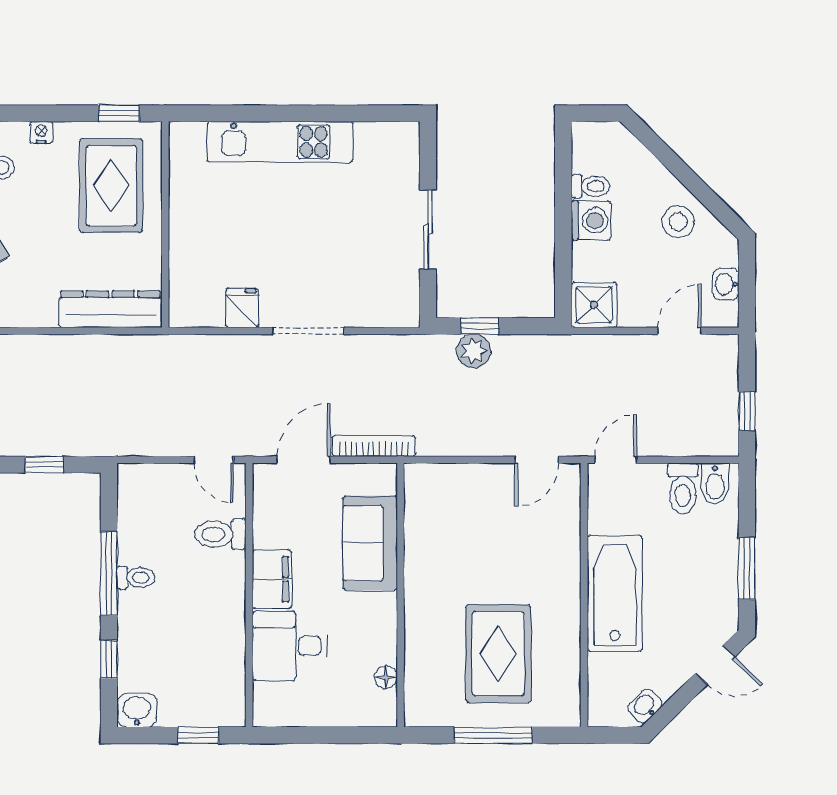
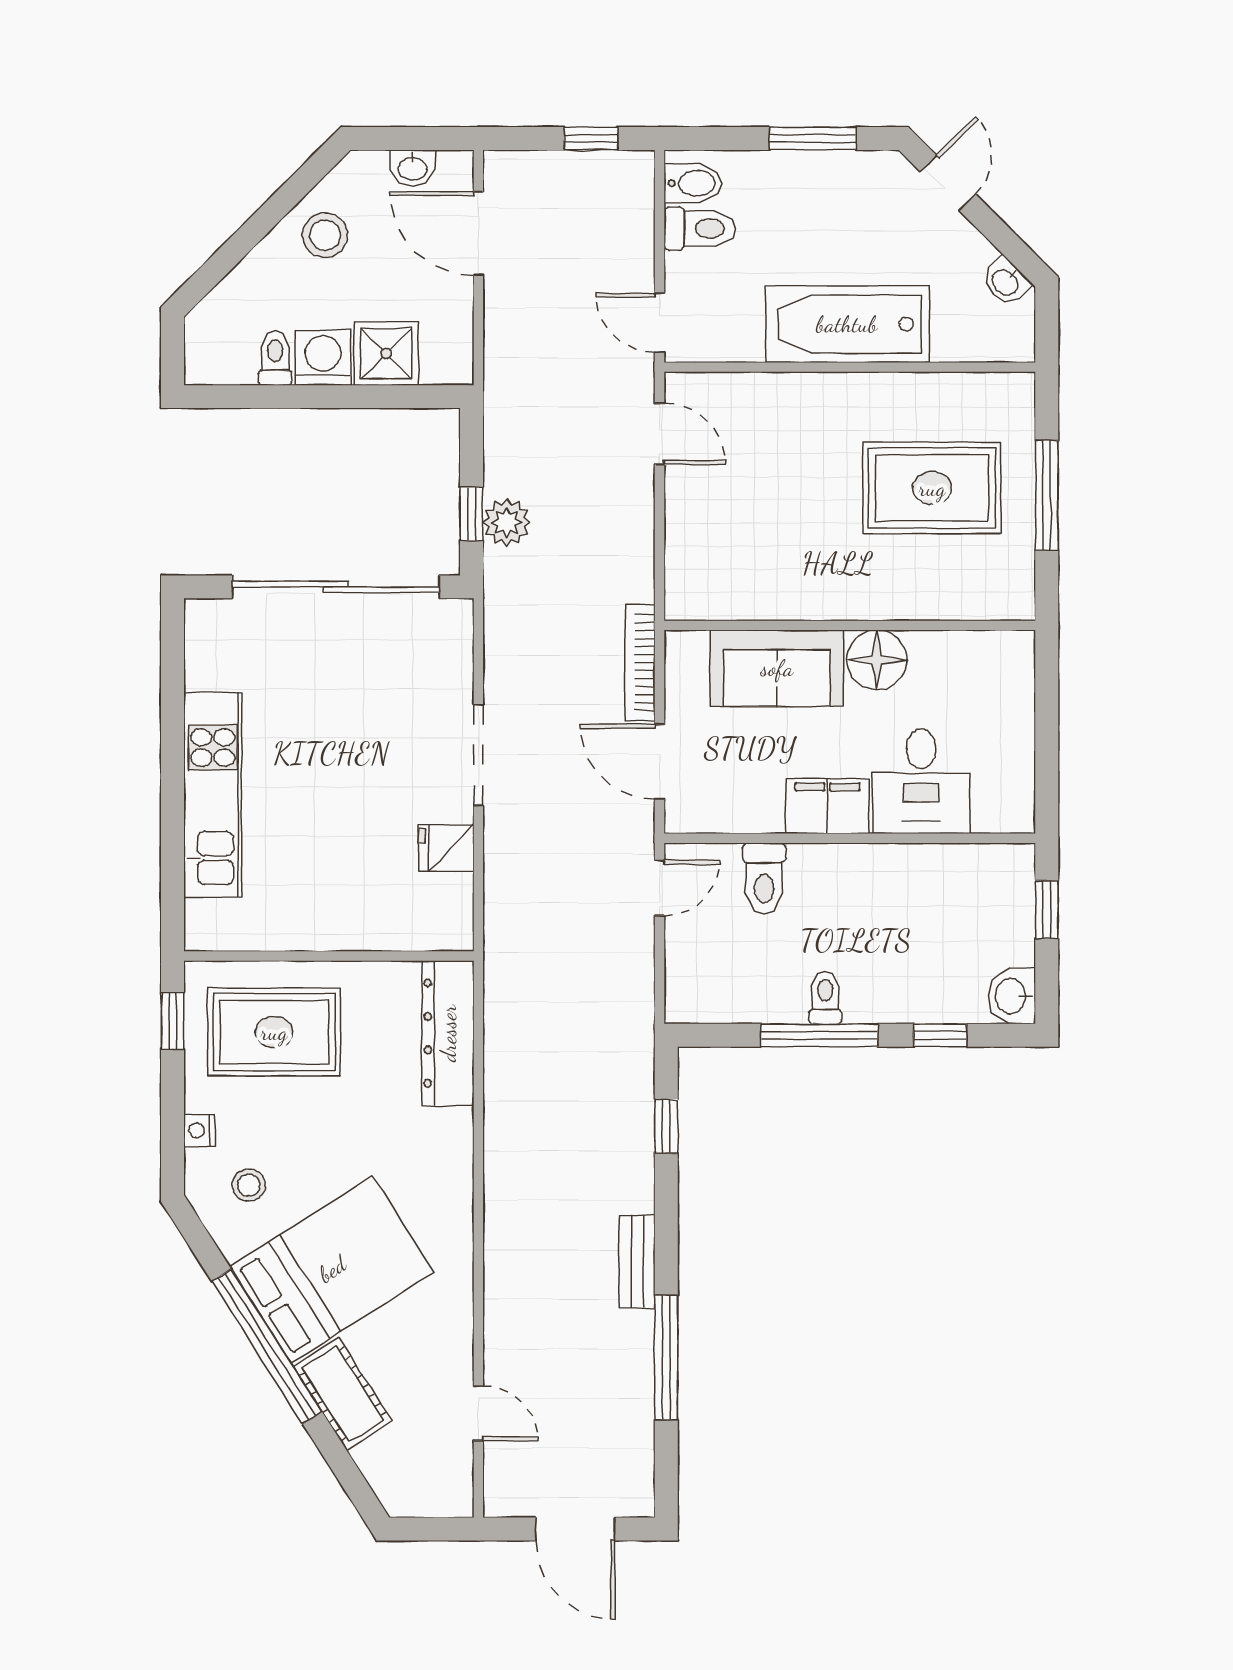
sliding door: (428, 229) -> (336, 587), width x1.86
shower: (594, 305) -> (386, 353), moved
door: (679, 331) -> (478, 233), width x1.38
floor lamp: (386, 677) -> (877, 660), moved, width x1.89, depth x1.89

